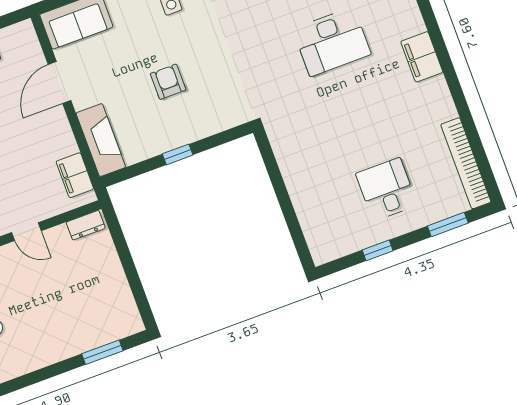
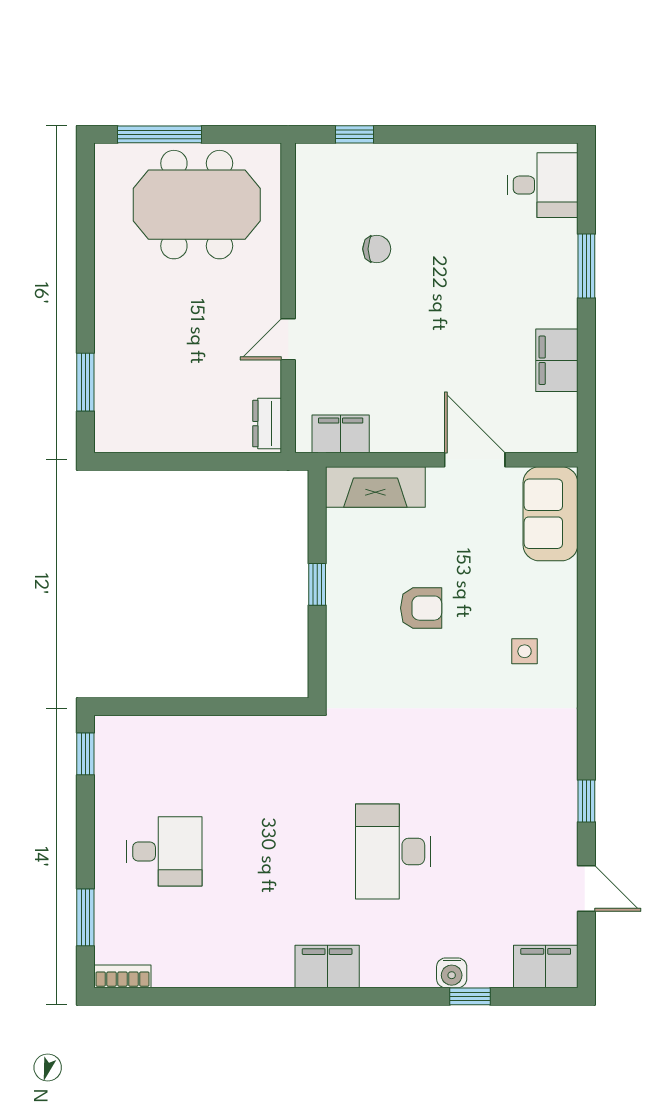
bookcase: (466, 163) -> (122, 976), width x0.43, depth x0.76
window: (378, 250) -> (85, 754), moved

